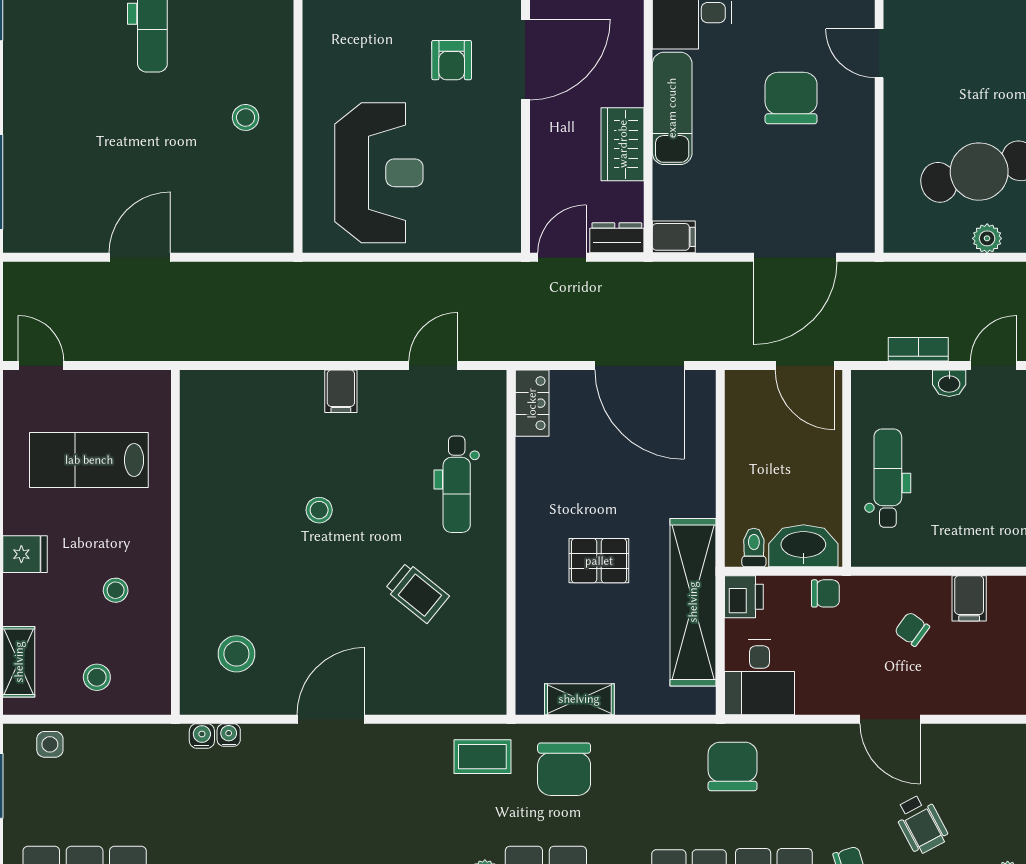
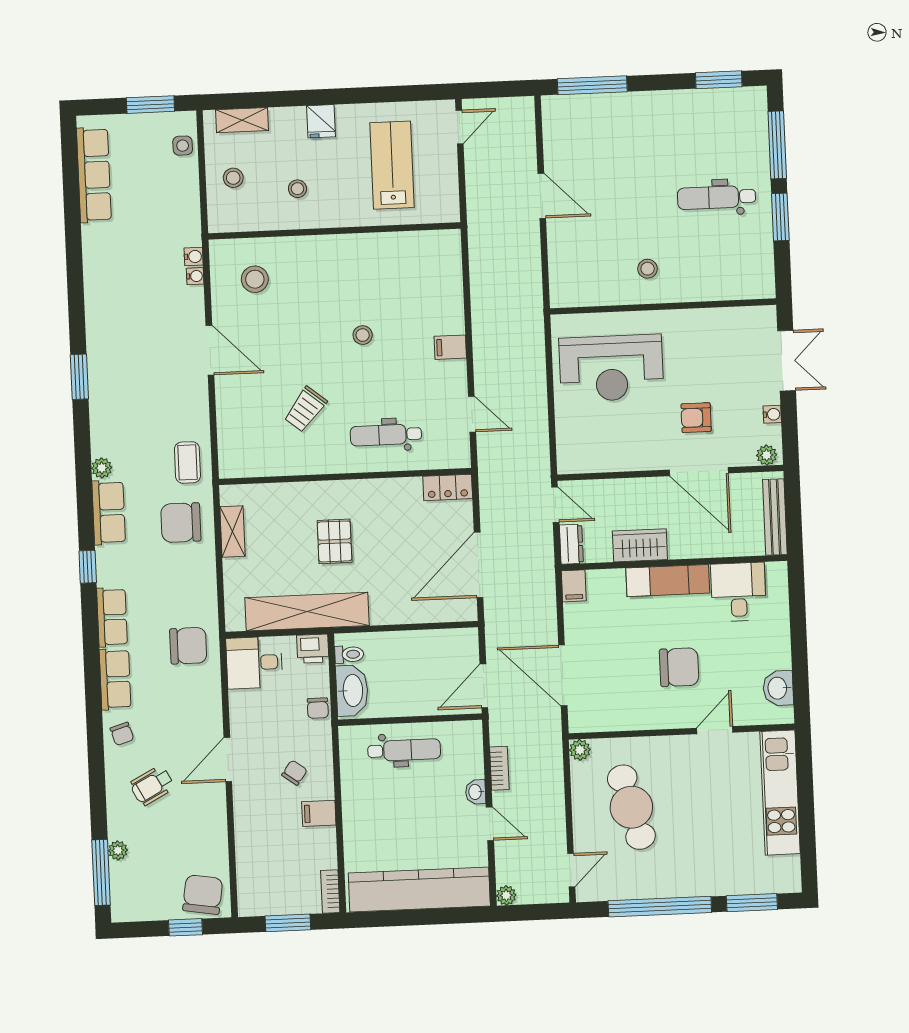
plant: (987, 238) -> (580, 750), moved

